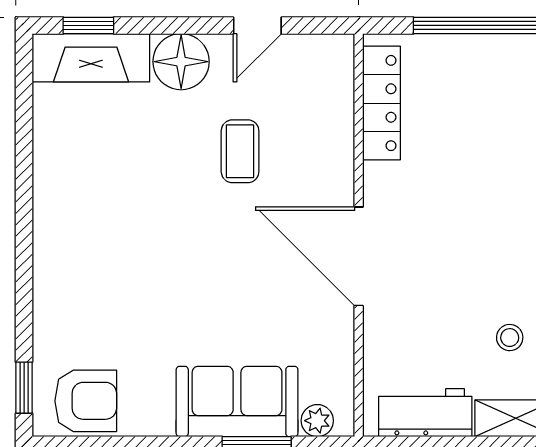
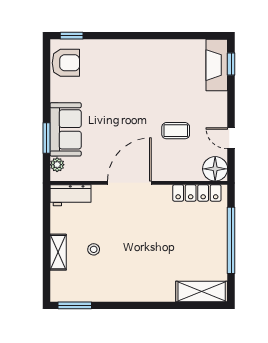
floor lamp: (181, 62) -> (215, 169), moved
armchair: (86, 401) -> (66, 63), turned -90
workbench: (425, 413) -> (71, 195), moved, turned 90

